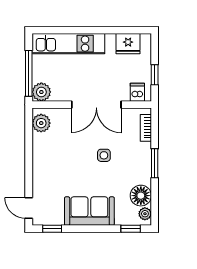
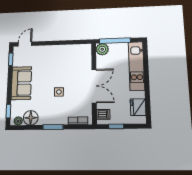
double door: (96, 105) -> (94, 86), swing flipped
plant: (41, 123) -> (81, 50), removed

